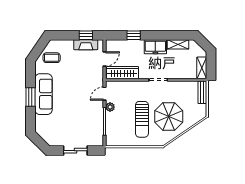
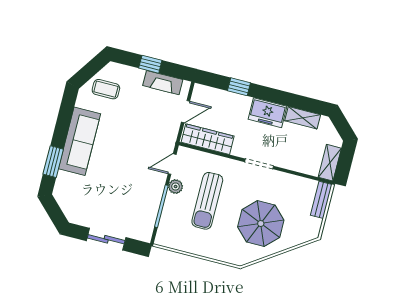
window: (86, 35) -> (150, 64), moved
window: (30, 97) -> (53, 162), moved
sun lounger: (142, 119) -> (207, 201), moved

